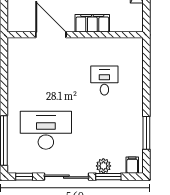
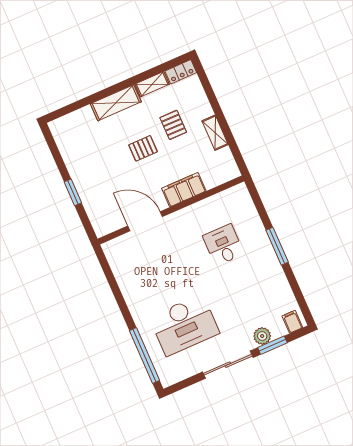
desk: (46, 130) -> (184, 325), turned 180
window: (146, 133) -> (277, 246), moved
window: (24, 177) -> (183, 384), removed

